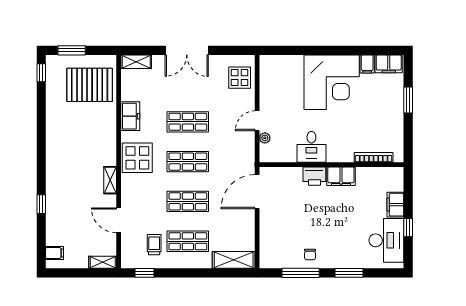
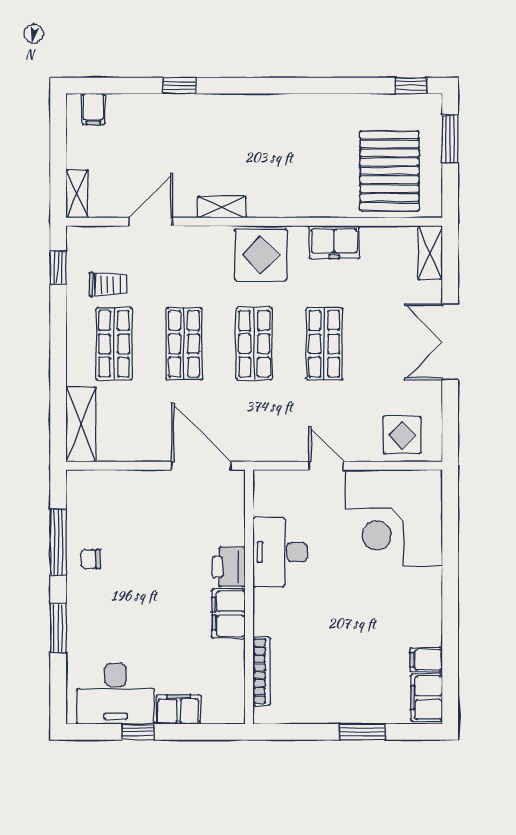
corner desk: (332, 82) -> (394, 518), moved
plant: (265, 138) -> (296, 479), removed
desk: (311, 147) -> (280, 552), width x1.37

